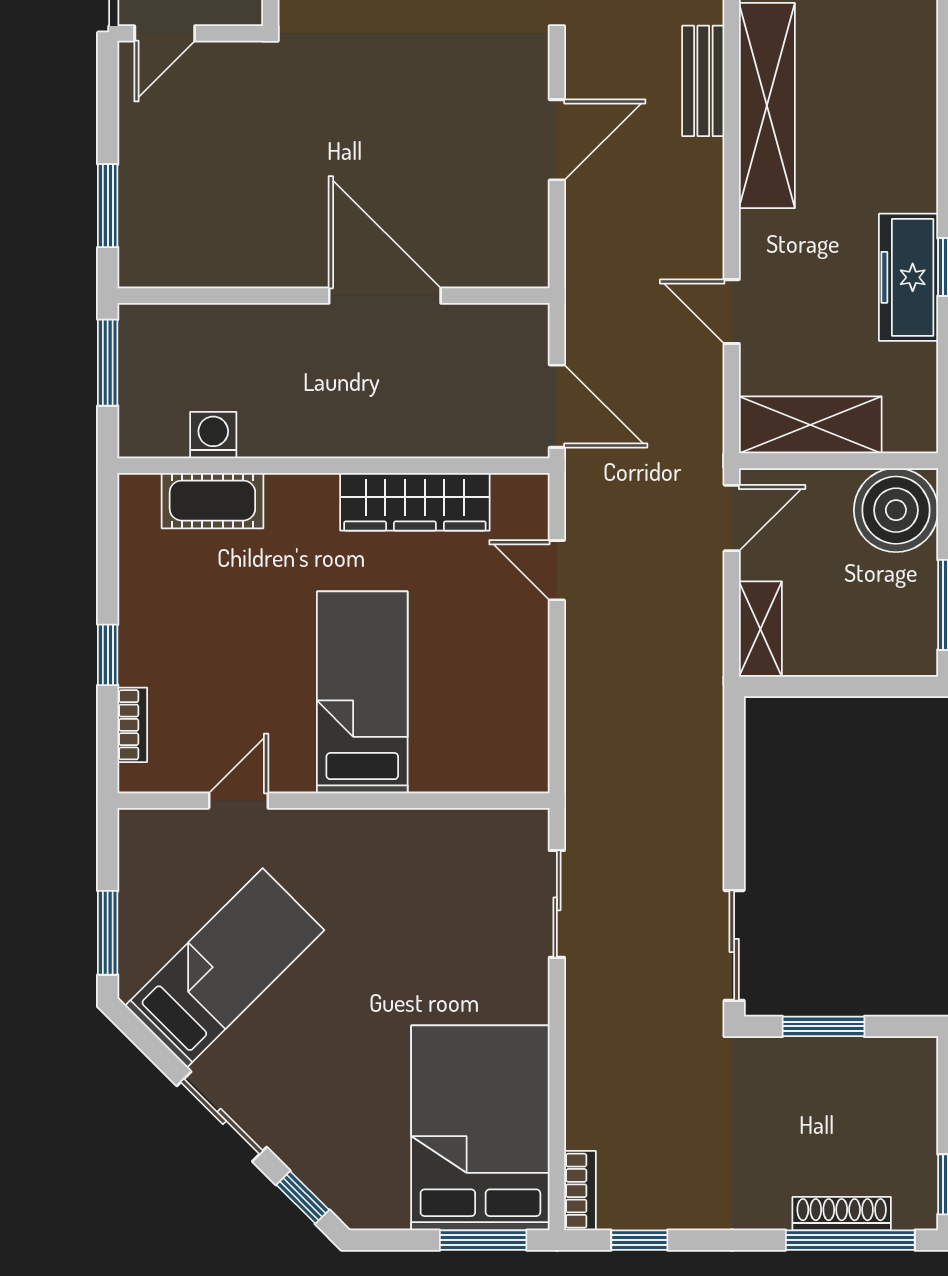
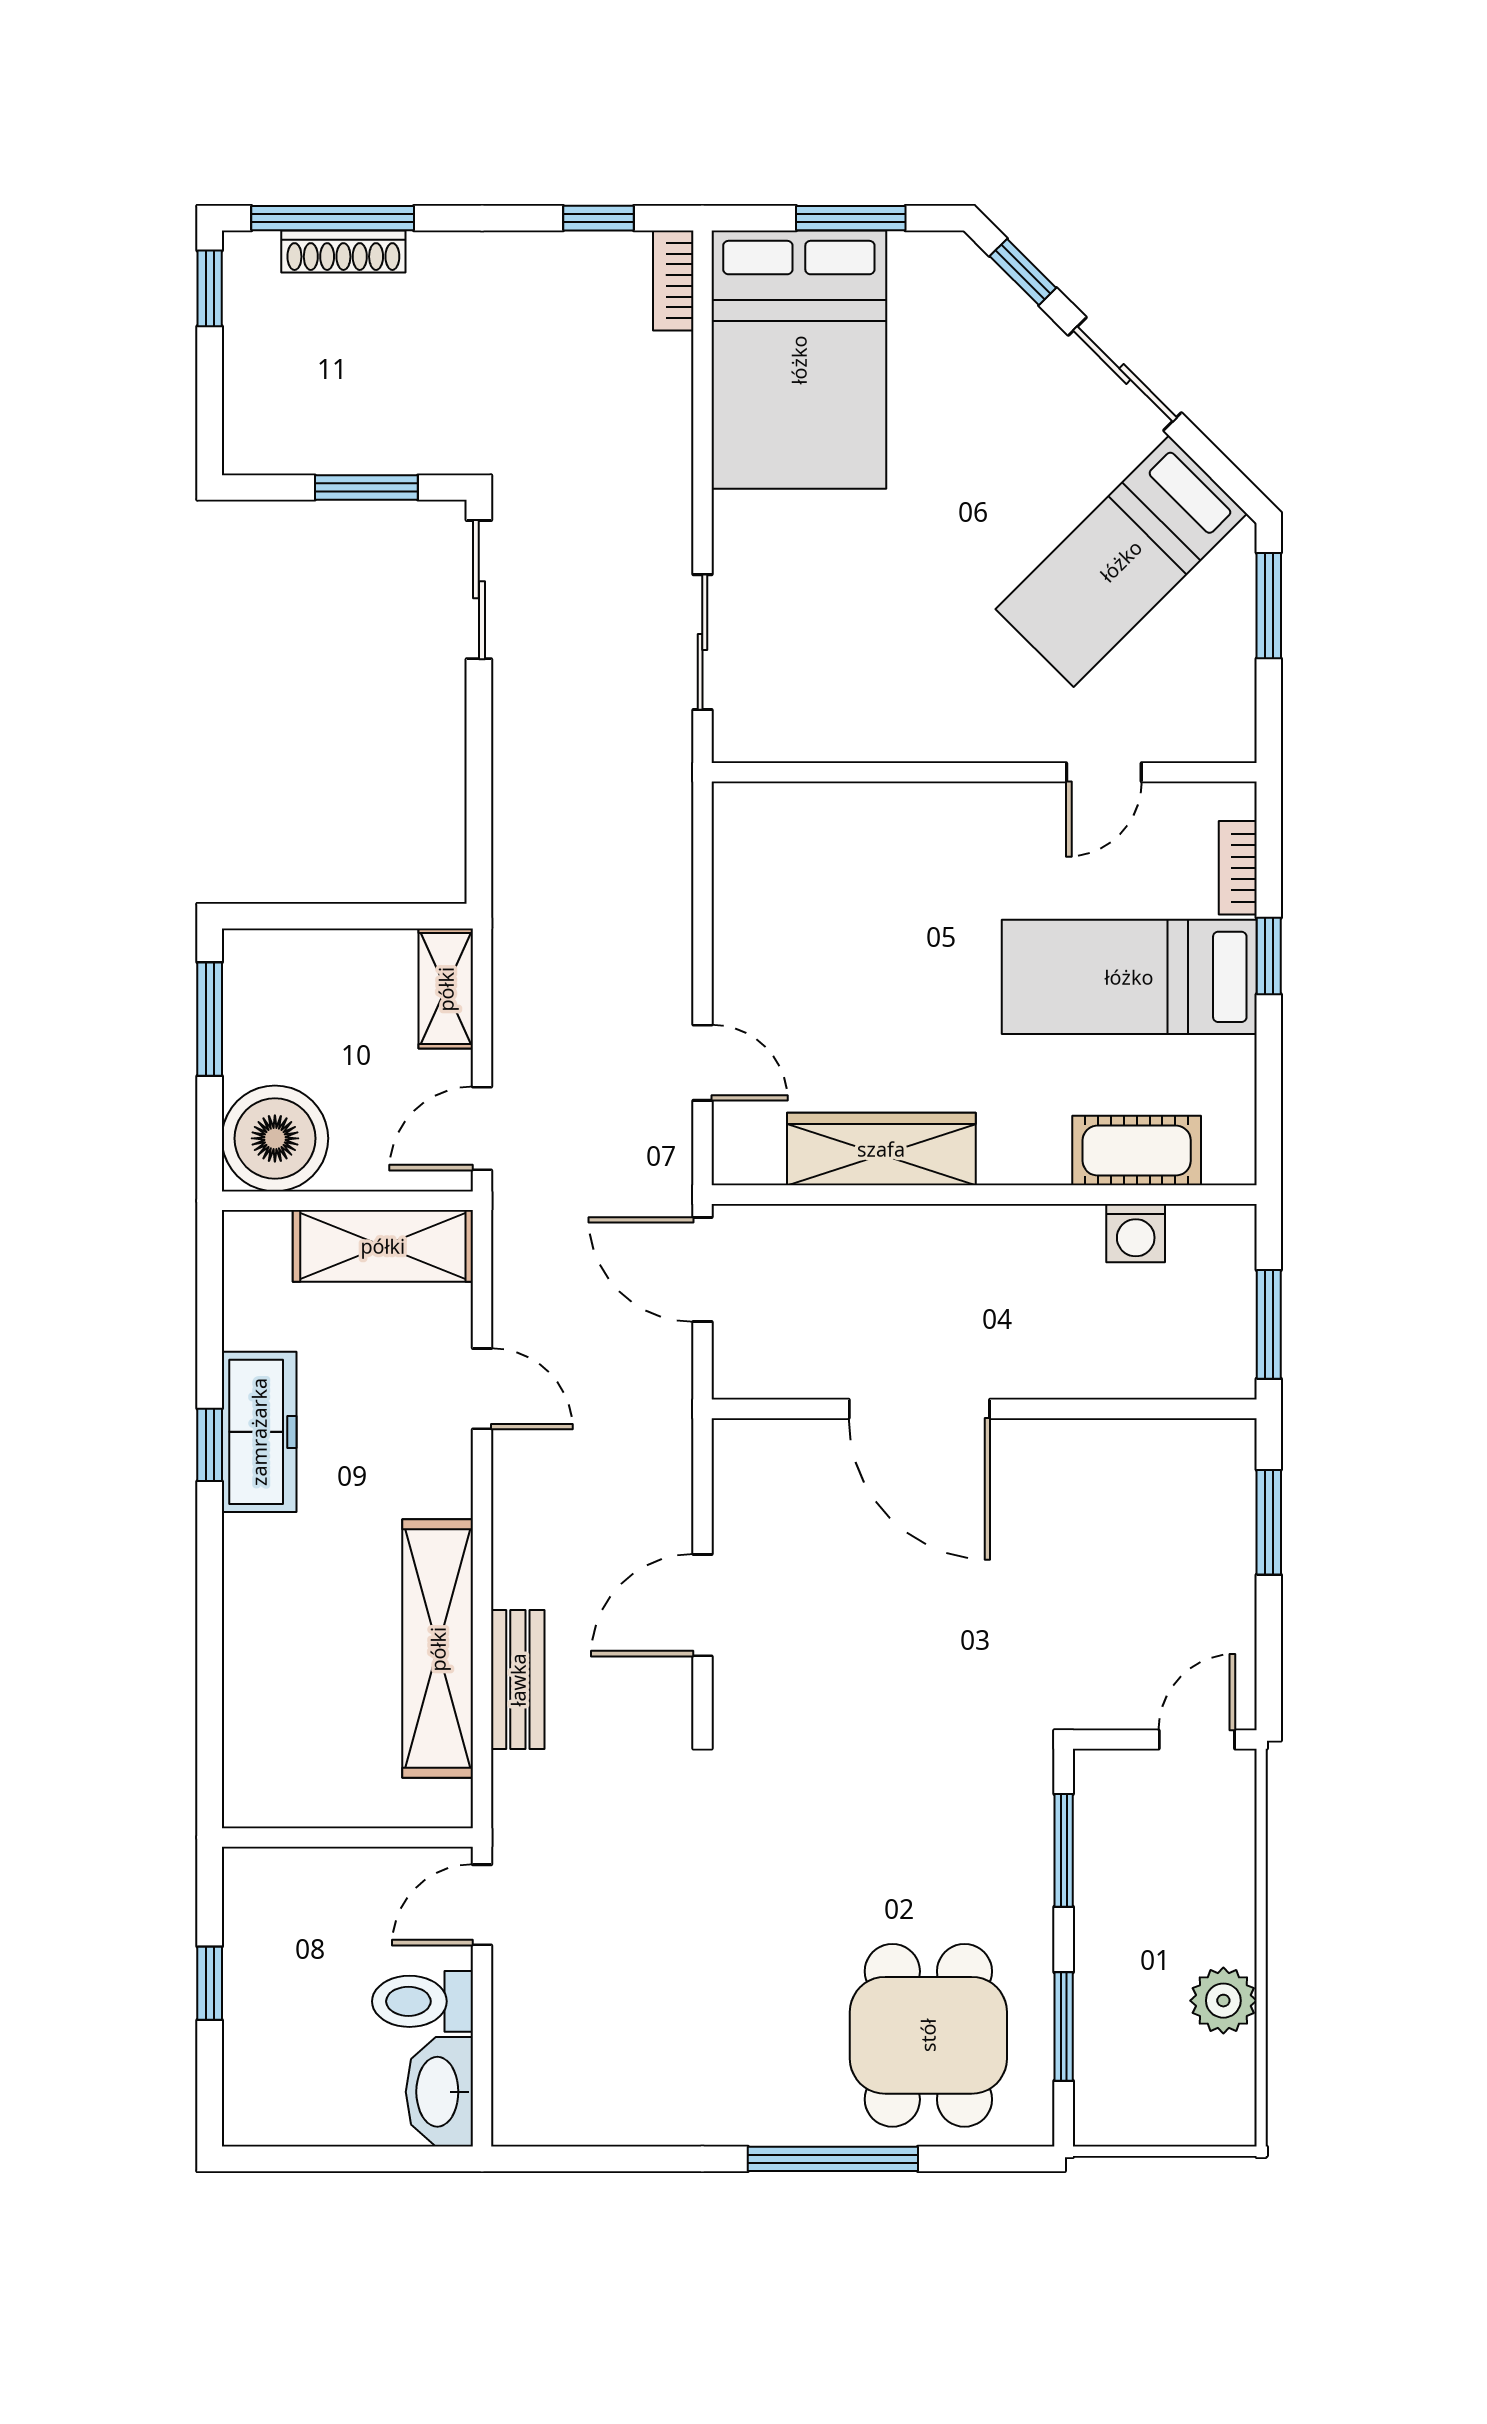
bed: (362, 692) -> (1129, 977), moved, turned 90
window: (483, 1240) -> (851, 218), moved

